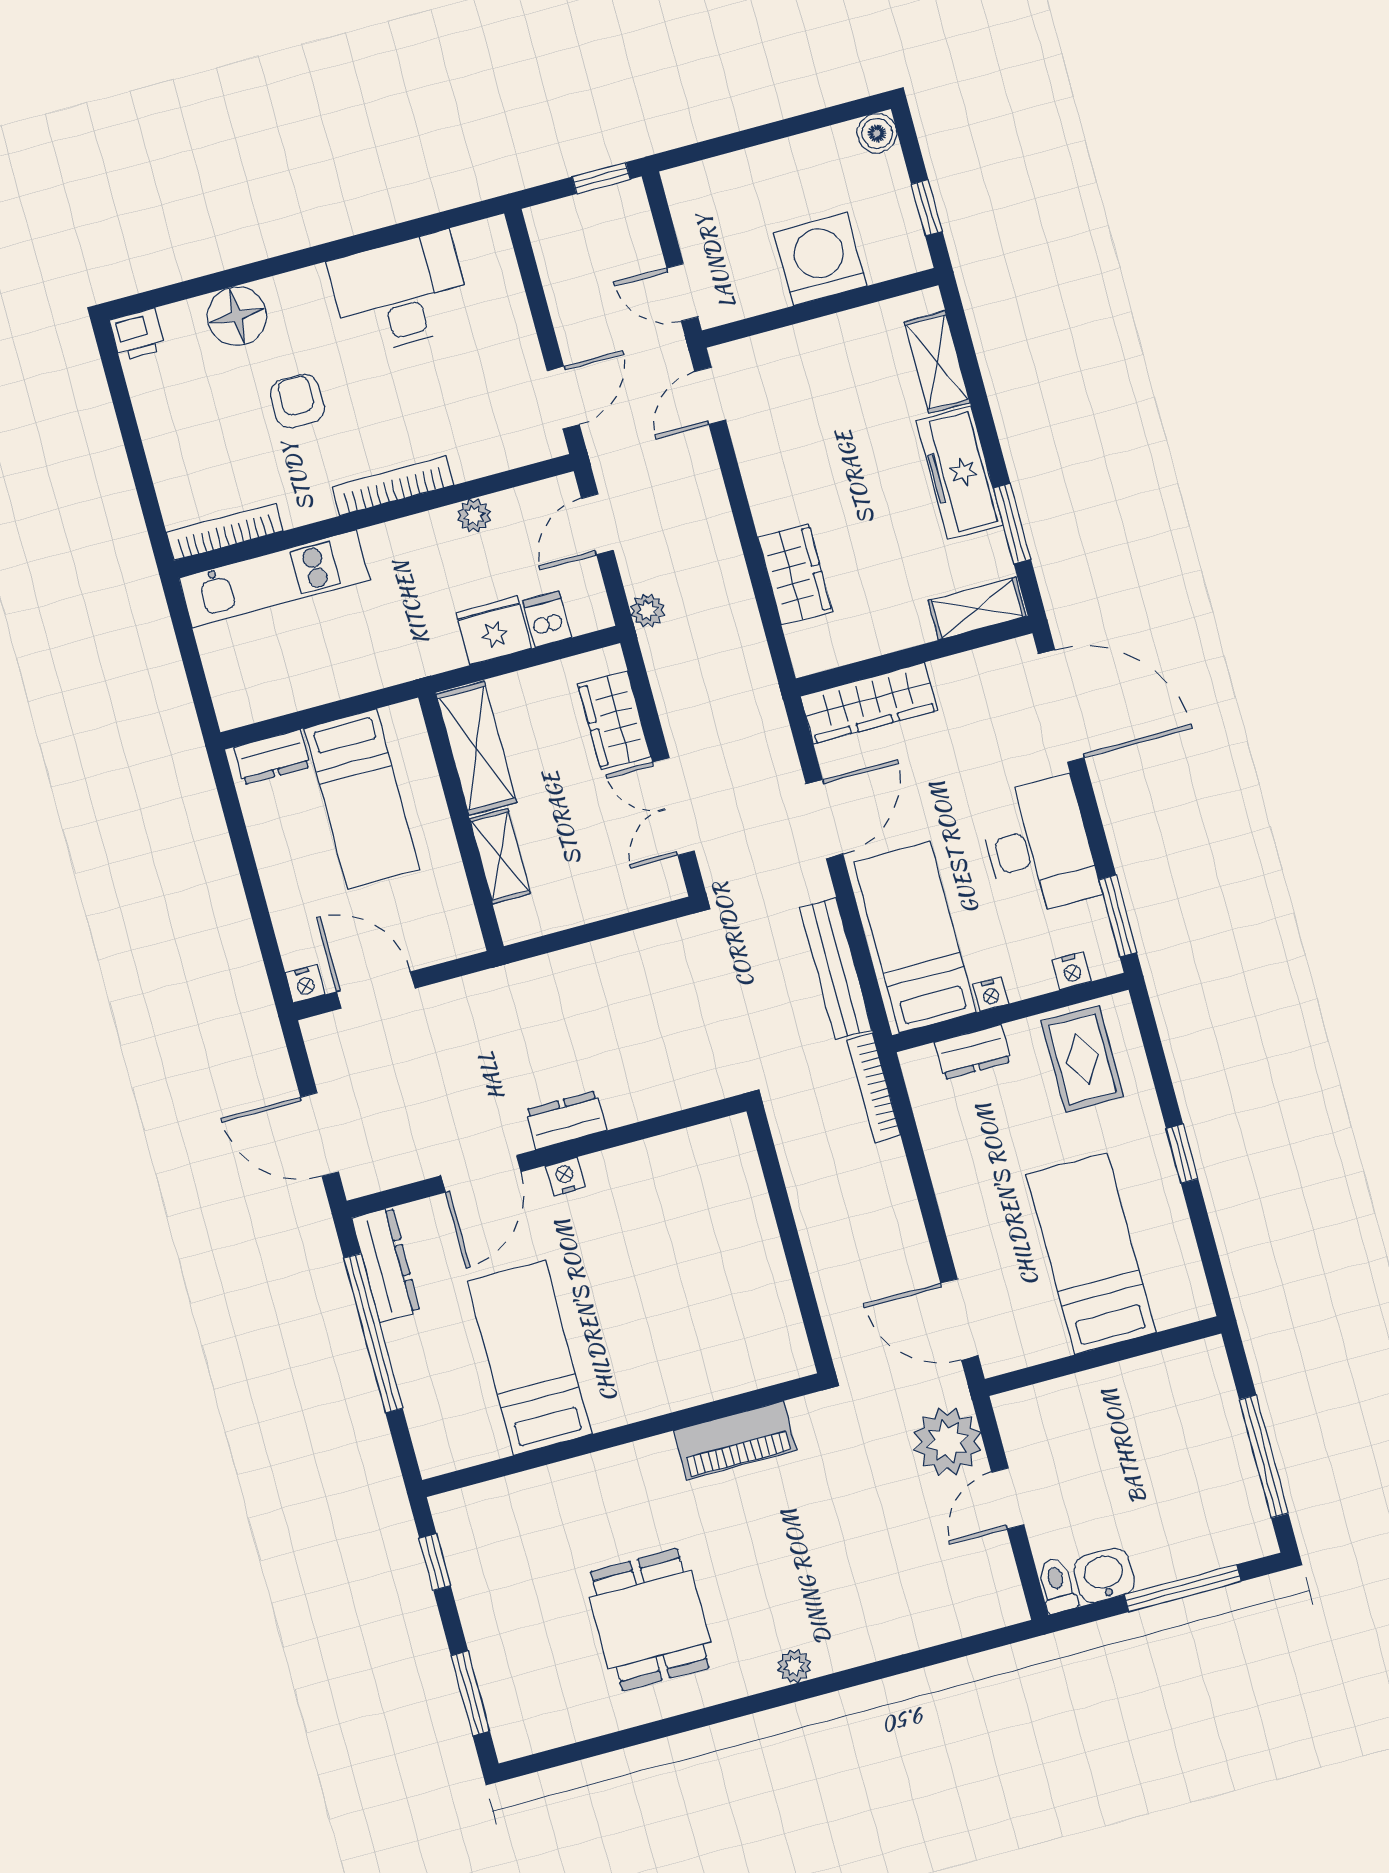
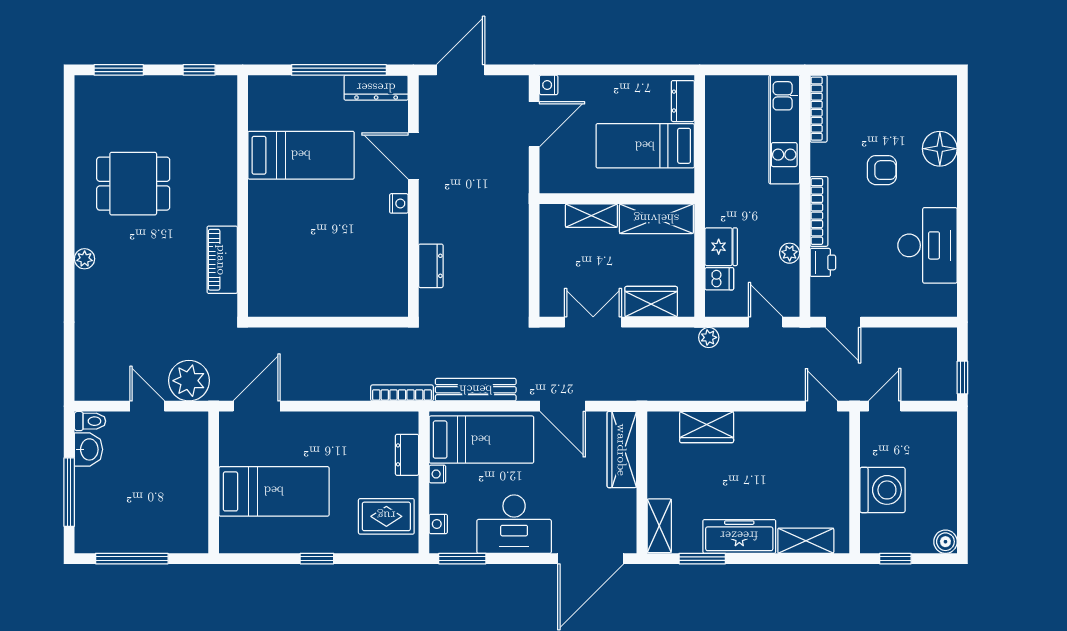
printer: (138, 335) -> (823, 262), moved, turned 180
dresser: (566, 1120) -> (431, 266), moved

